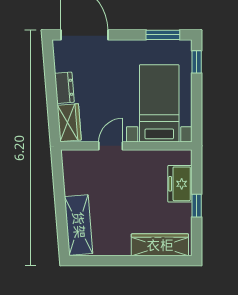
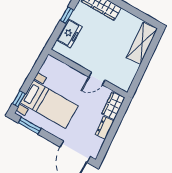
bed with nightstands: (159, 103) -> (49, 104), moved, turned -90

